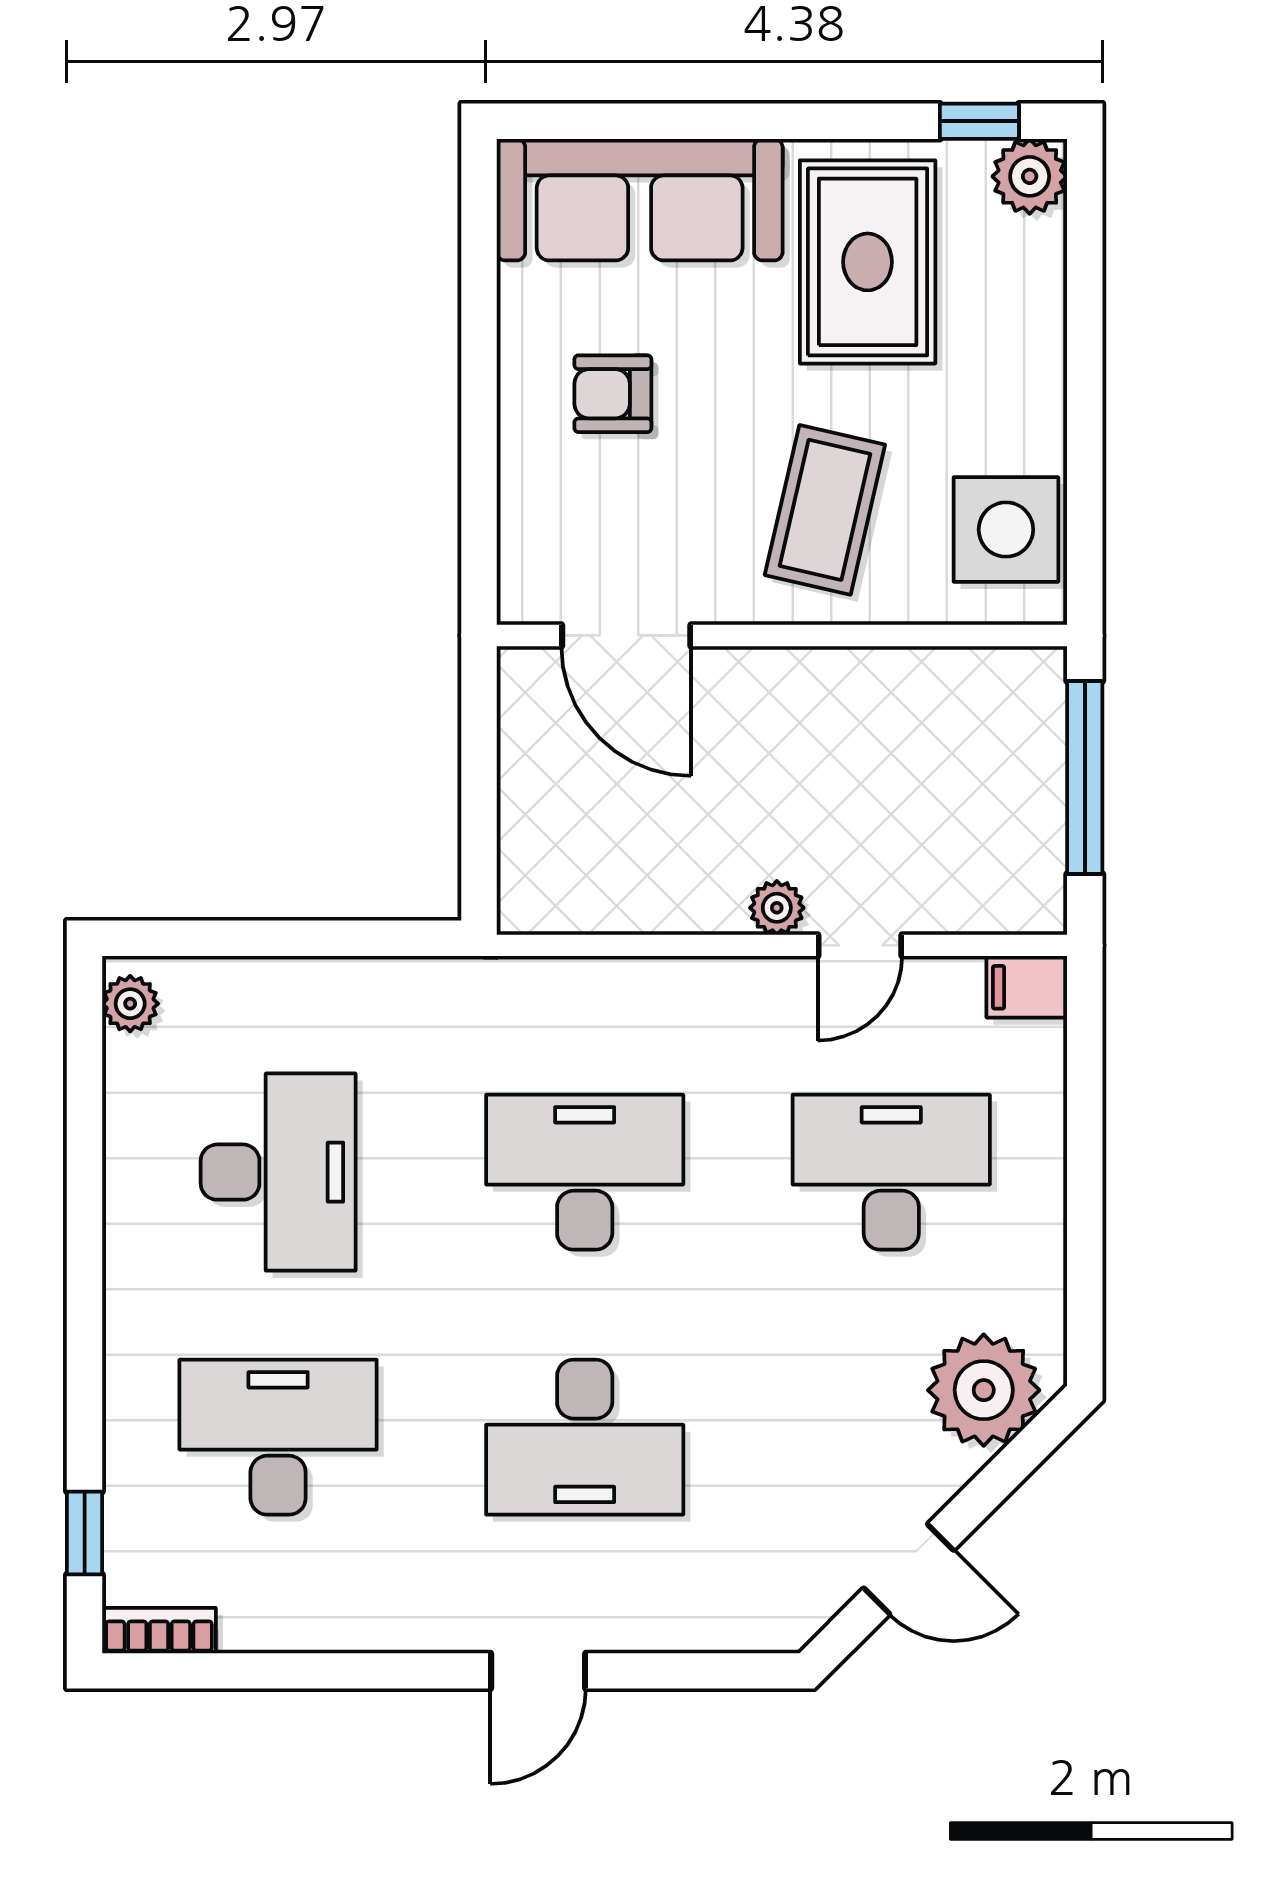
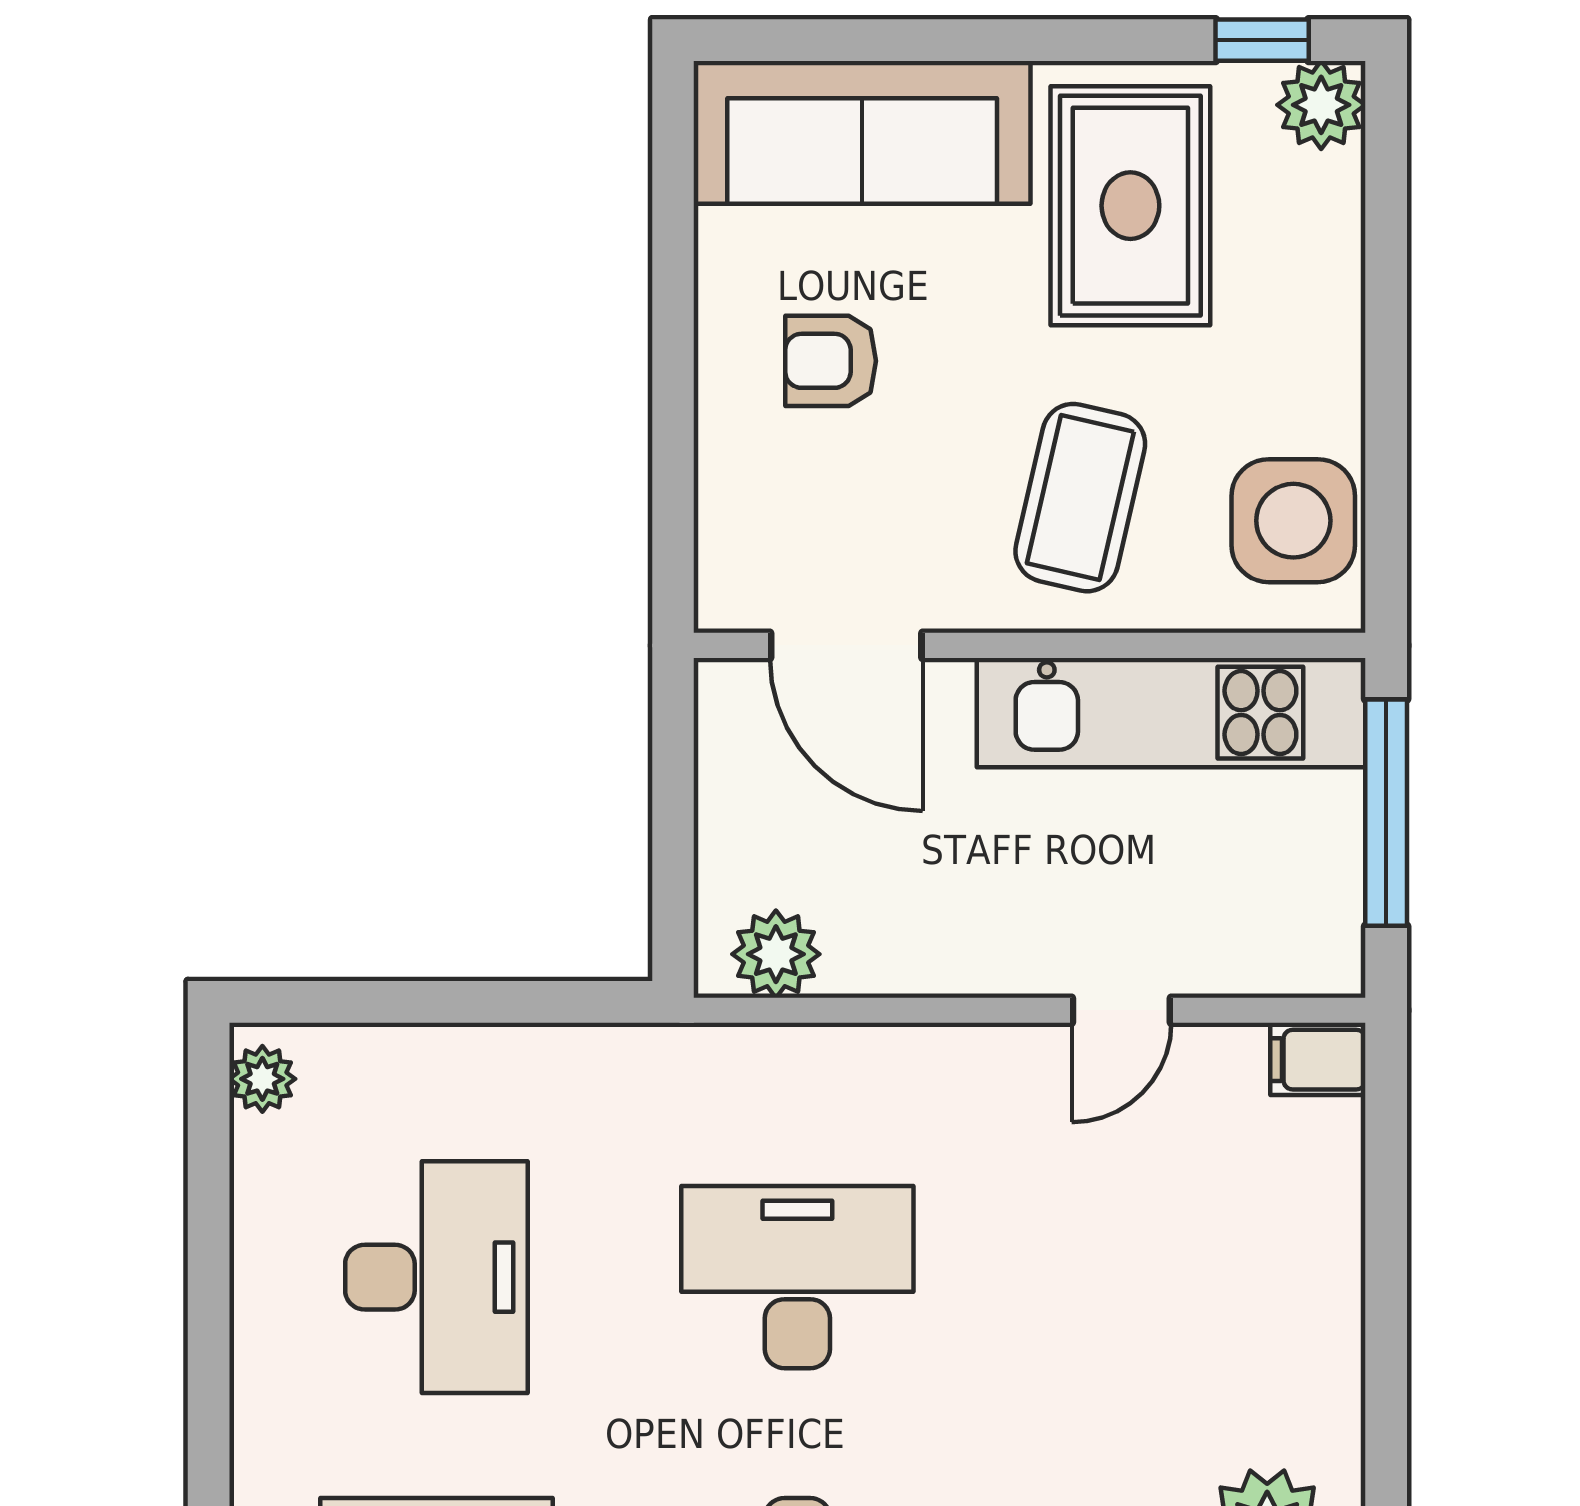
kitchen unit: (902, 693) -> (1171, 713), added
plant: (777, 908) -> (776, 954), moved, width x1.38, depth x1.38
desk: (891, 1172) -> (1158, 1277), removed

